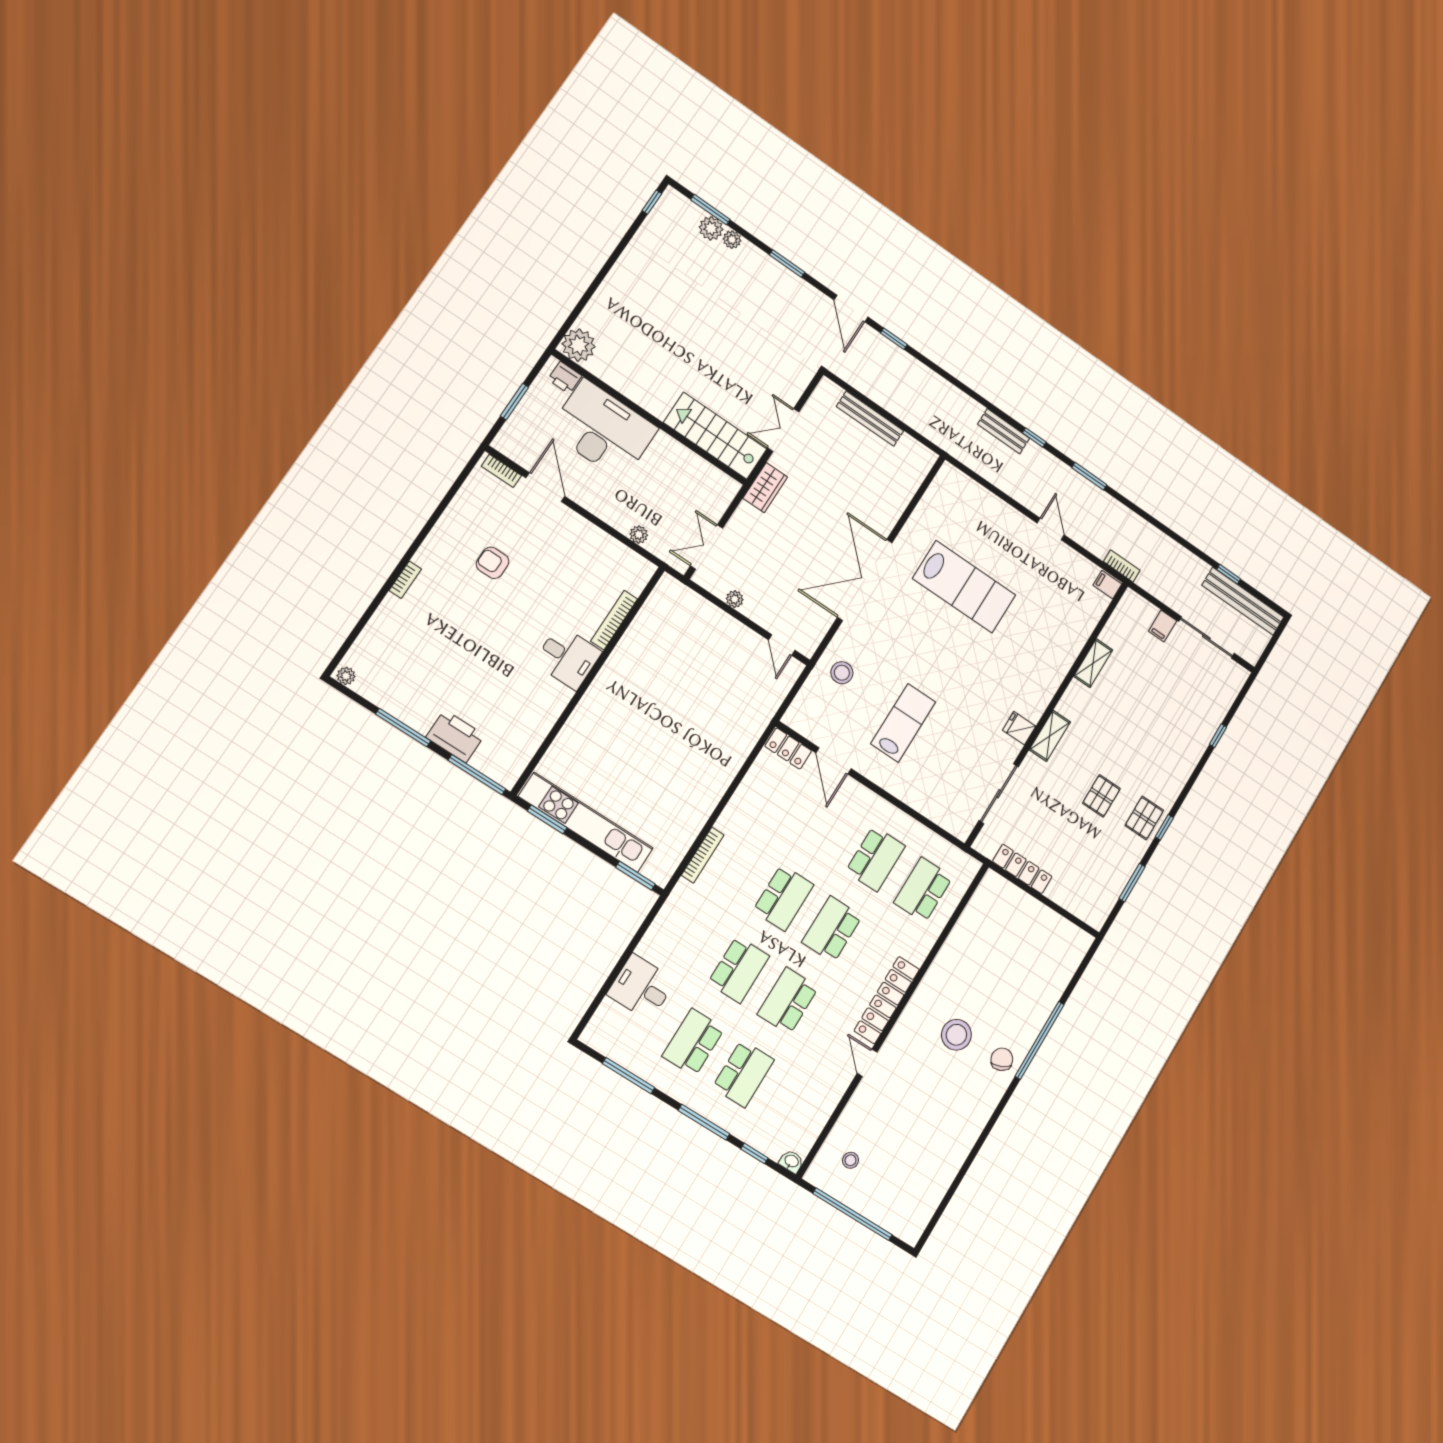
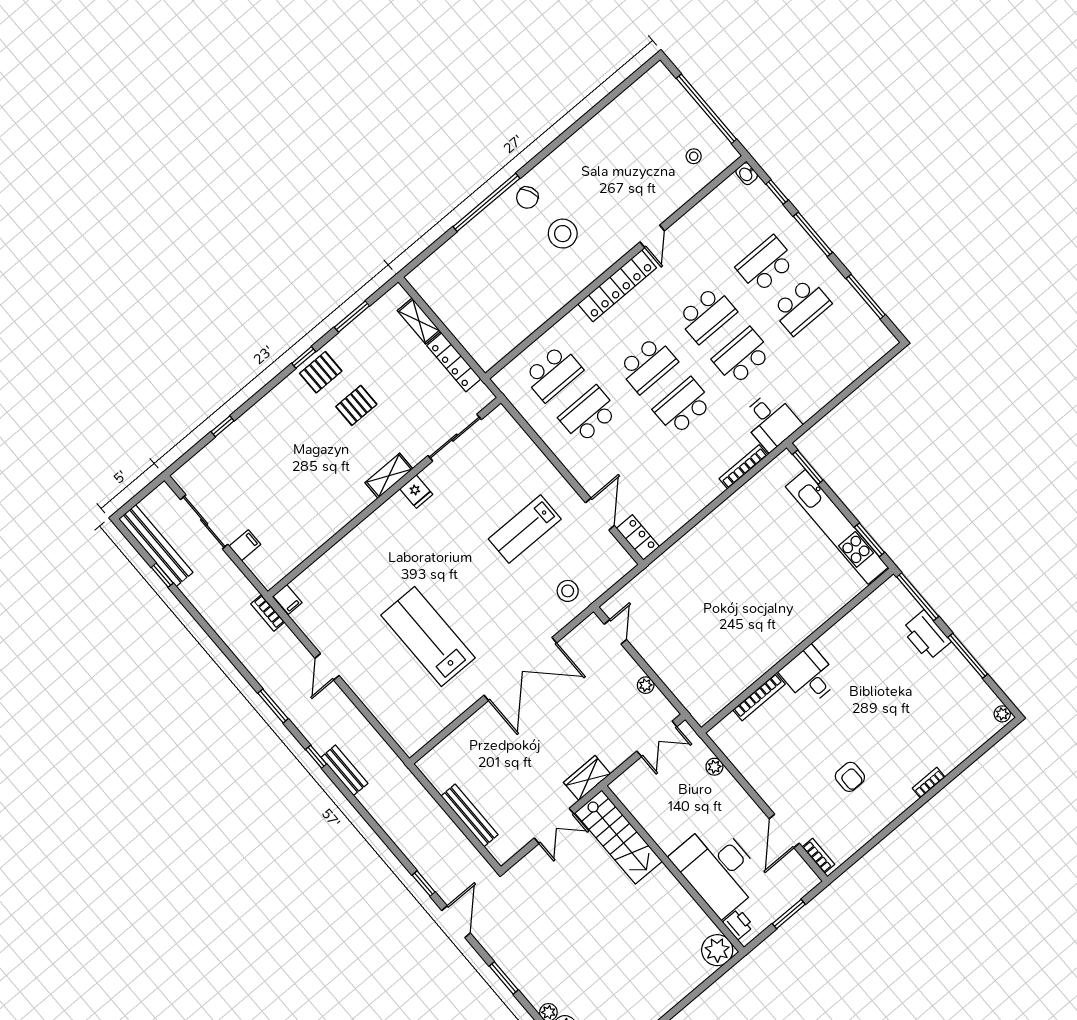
shelving: (1093, 663) -> (419, 321), moved, turned 90
desk: (641, 987) -> (771, 421), moved

